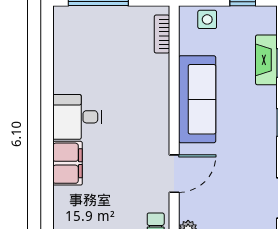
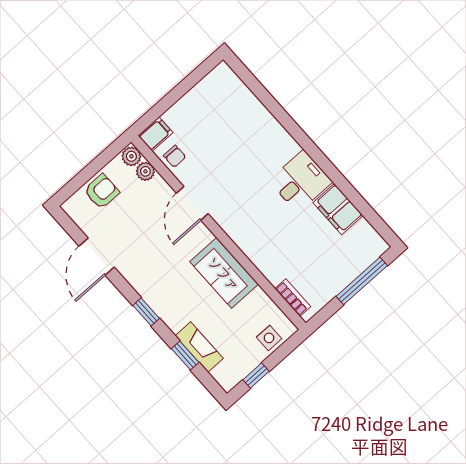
sofa: (197, 99) -> (224, 273), width x0.73
filing cabinet: (68, 163) -> (338, 209), moved

